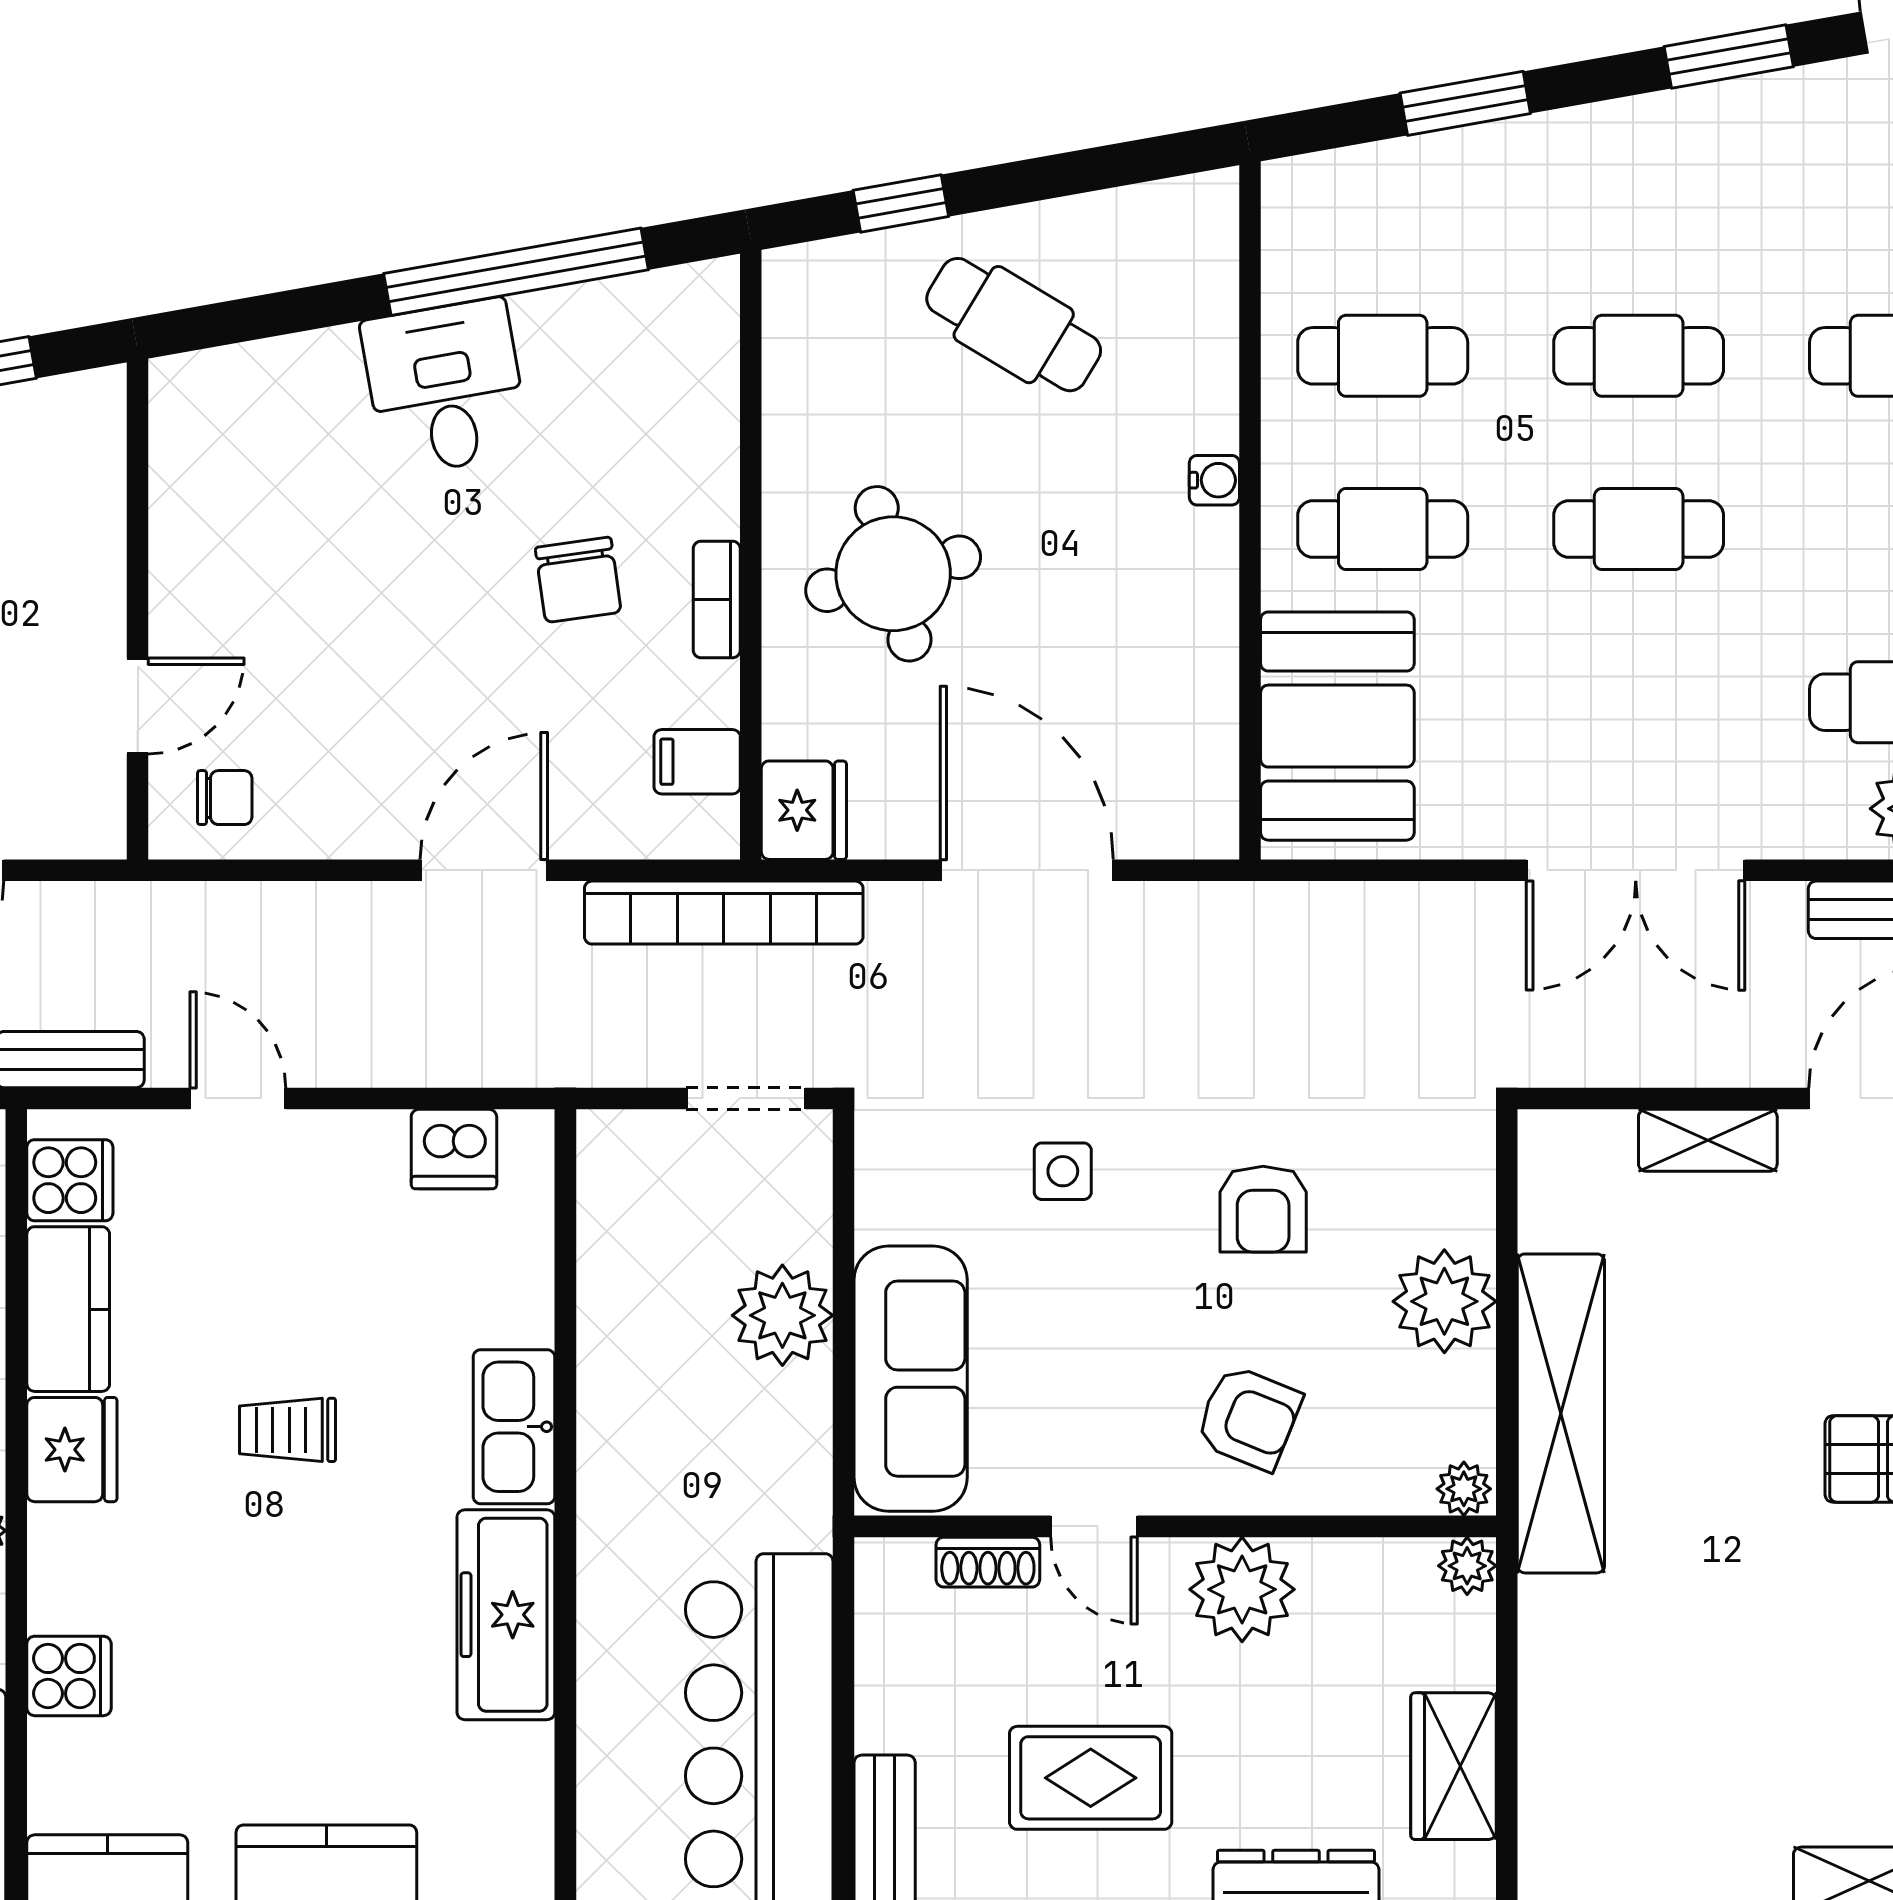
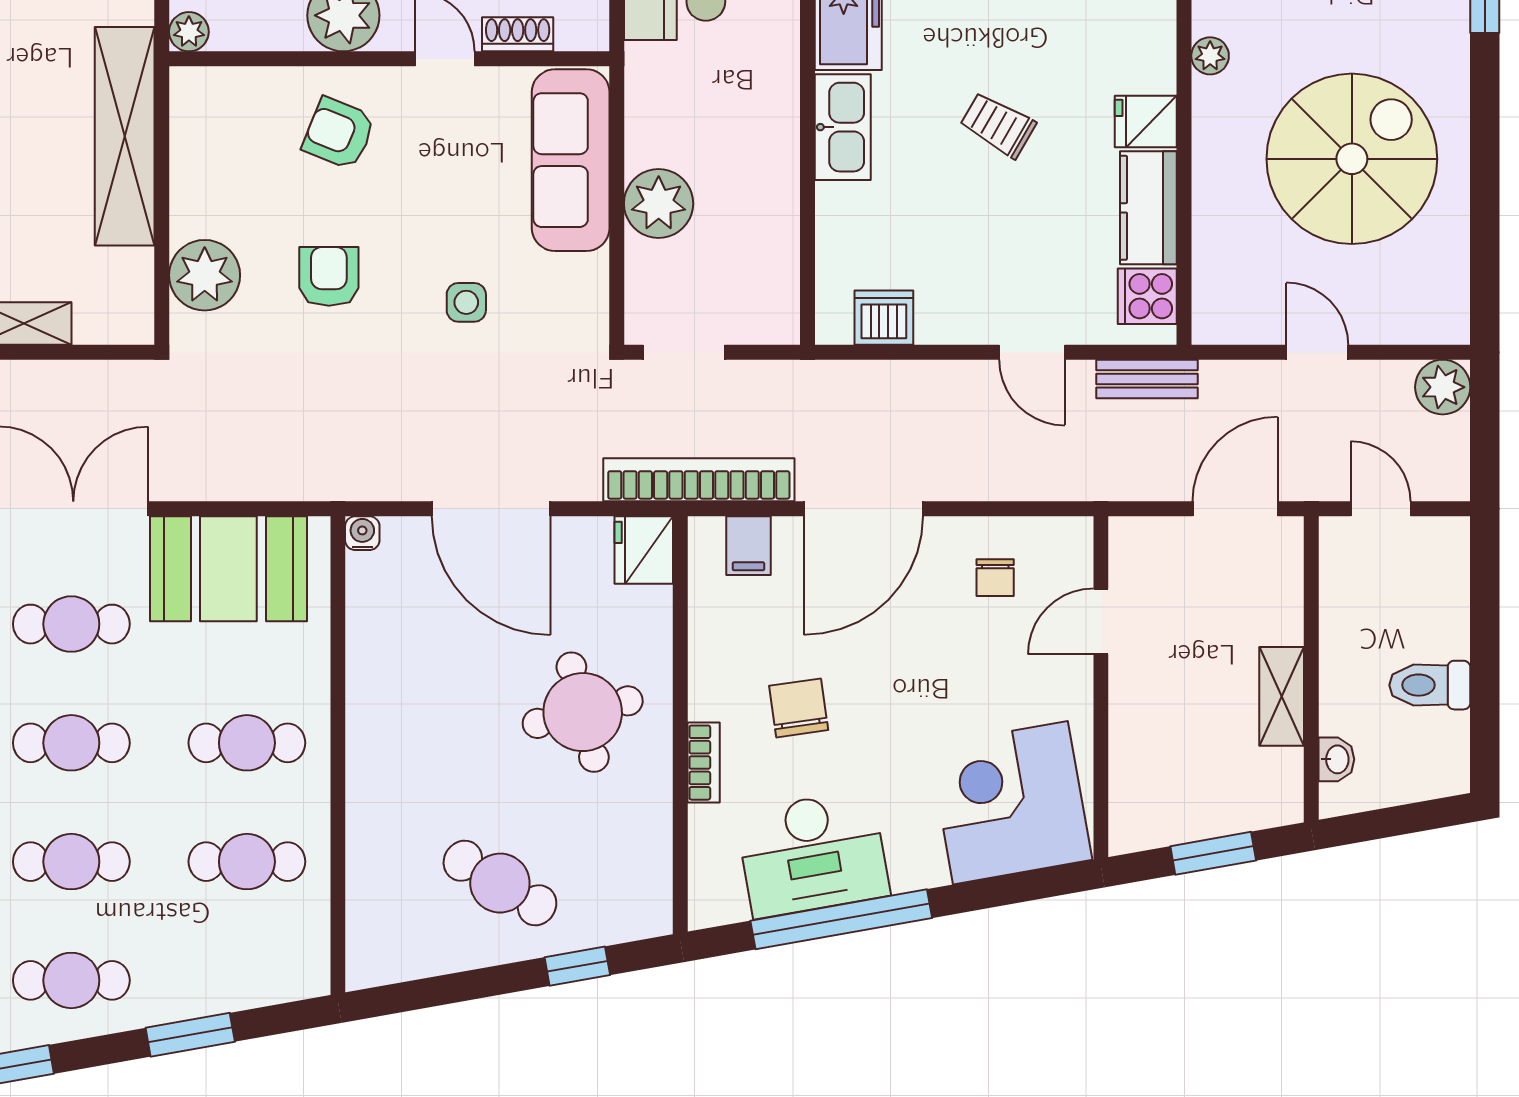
cafe table: (1639, 183) -> (71, 980), added
desk: (445, 387) -> (813, 854), moved, width x1.37
corner desk: (269, 442) -> (1010, 803), added
water cooler: (1214, 480) -> (362, 533), moved, turned 90
bookcase: (717, 599) -> (704, 763), moved
cafe table: (1639, 702) -> (71, 624), added
booth: (1337, 726) -> (228, 569), moved, turned 90
filing cabinet: (697, 762) -> (748, 546), moved, turned 90
chair: (225, 798) -> (995, 578), moved, turned -90
door: (484, 870) -> (863, 509), width x1.36
plant: (1444, 1301) -> (205, 275), moved
trolley: (288, 1430) -> (998, 125), turned -150
fridge: (72, 1450) -> (1146, 121), width x0.72
plant: (1464, 1489) -> (191, 85), removed

